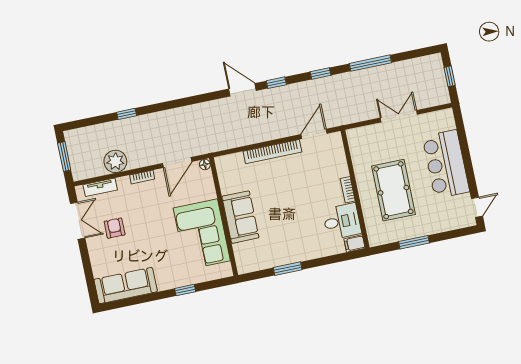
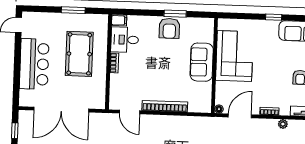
double door: (399, 116) -> (61, 110), width x1.87
door: (314, 134) -> (130, 112), hinge flipped
plant: (115, 161) -> (283, 124), width x0.53, depth x0.53
armchair: (290, 249) -> (169, 28), added
window: (185, 290) -> (274, 17), moved

